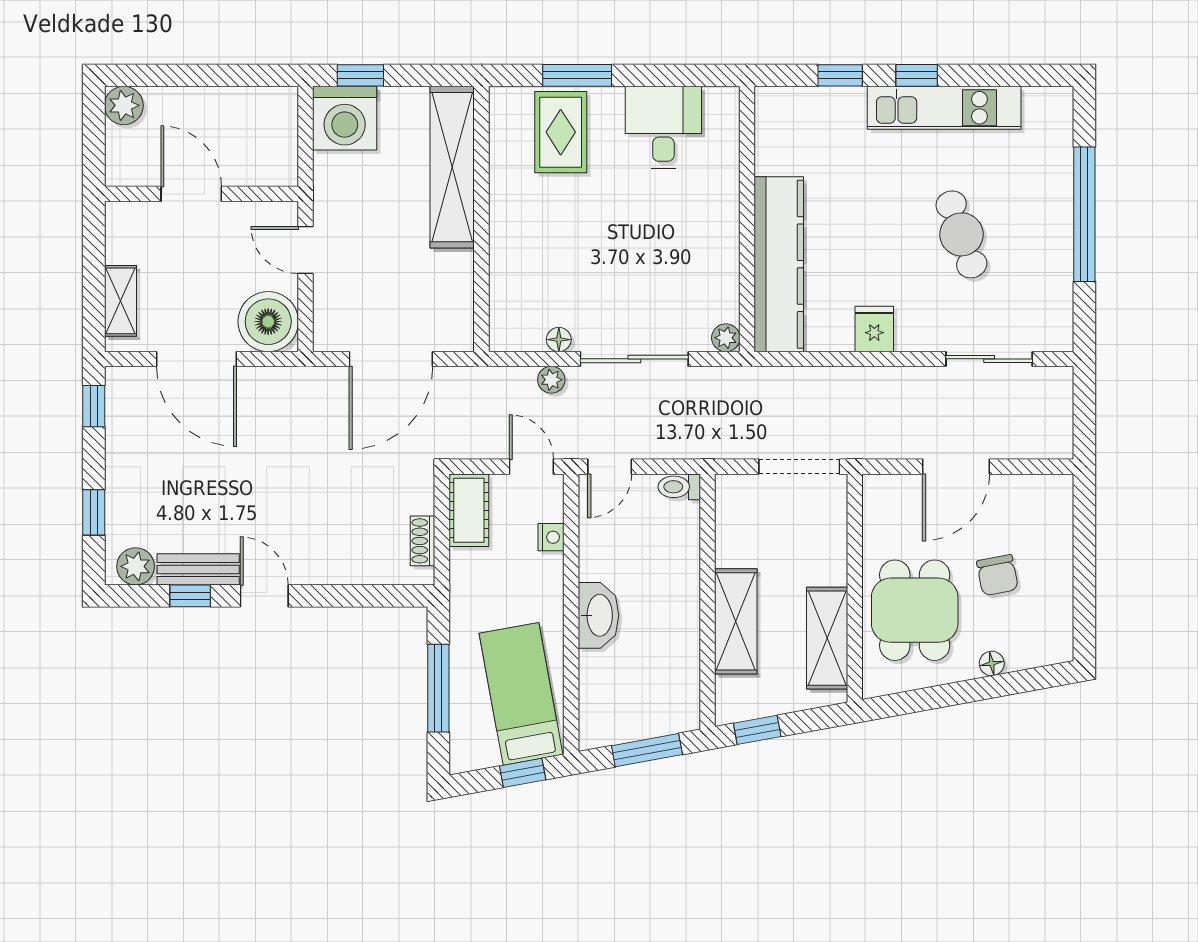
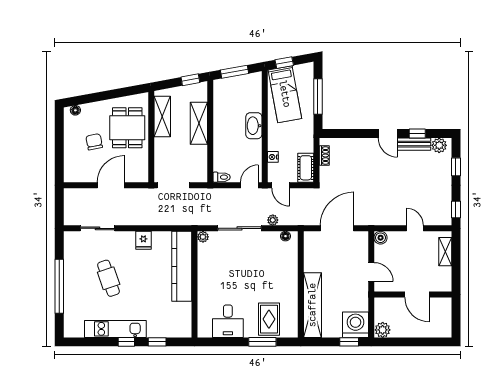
plant: (124, 105) -> (383, 330), moved
boiler: (268, 322) -> (381, 238), width x0.54, depth x0.54
floor lamp: (559, 340) -> (285, 236), moved
door: (196, 359) -> (415, 228), width x0.53
floor lamp: (992, 663) -> (75, 110), moved

